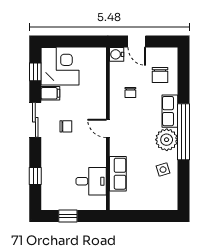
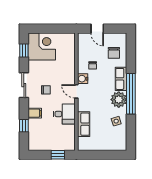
water cooler: (117, 54) -> (83, 79), moved
filing cabinet: (50, 93) -> (35, 113), moved
desk: (91, 181) -> (64, 114), moved
window: (68, 216) -> (58, 155), moved

